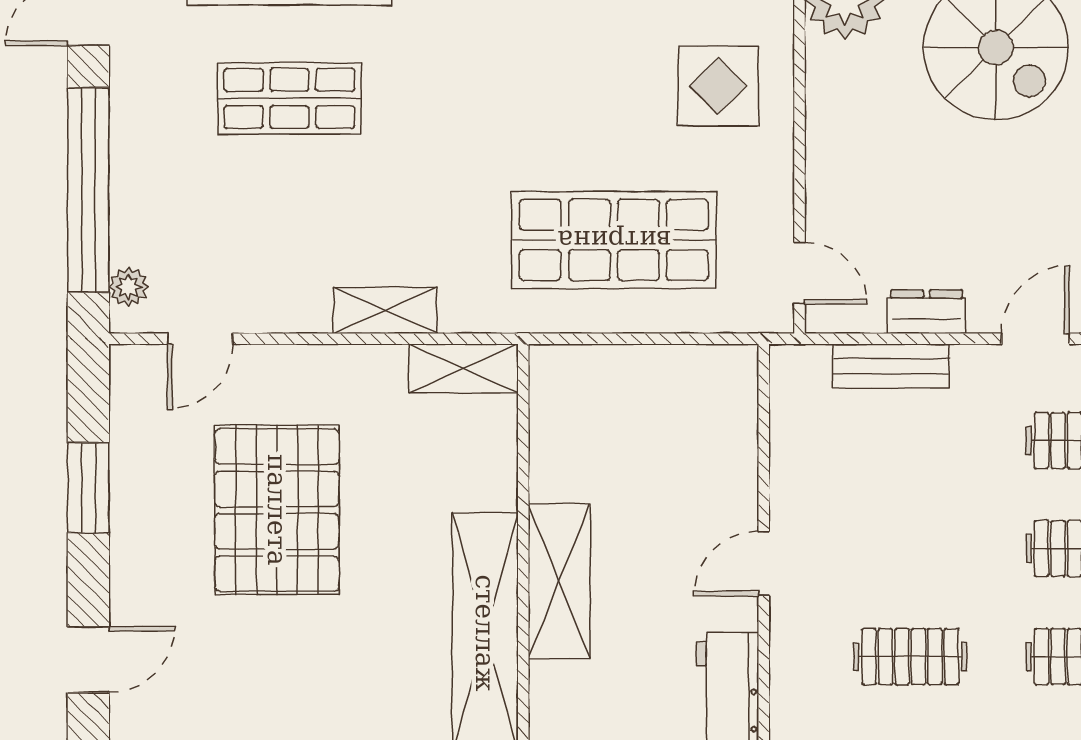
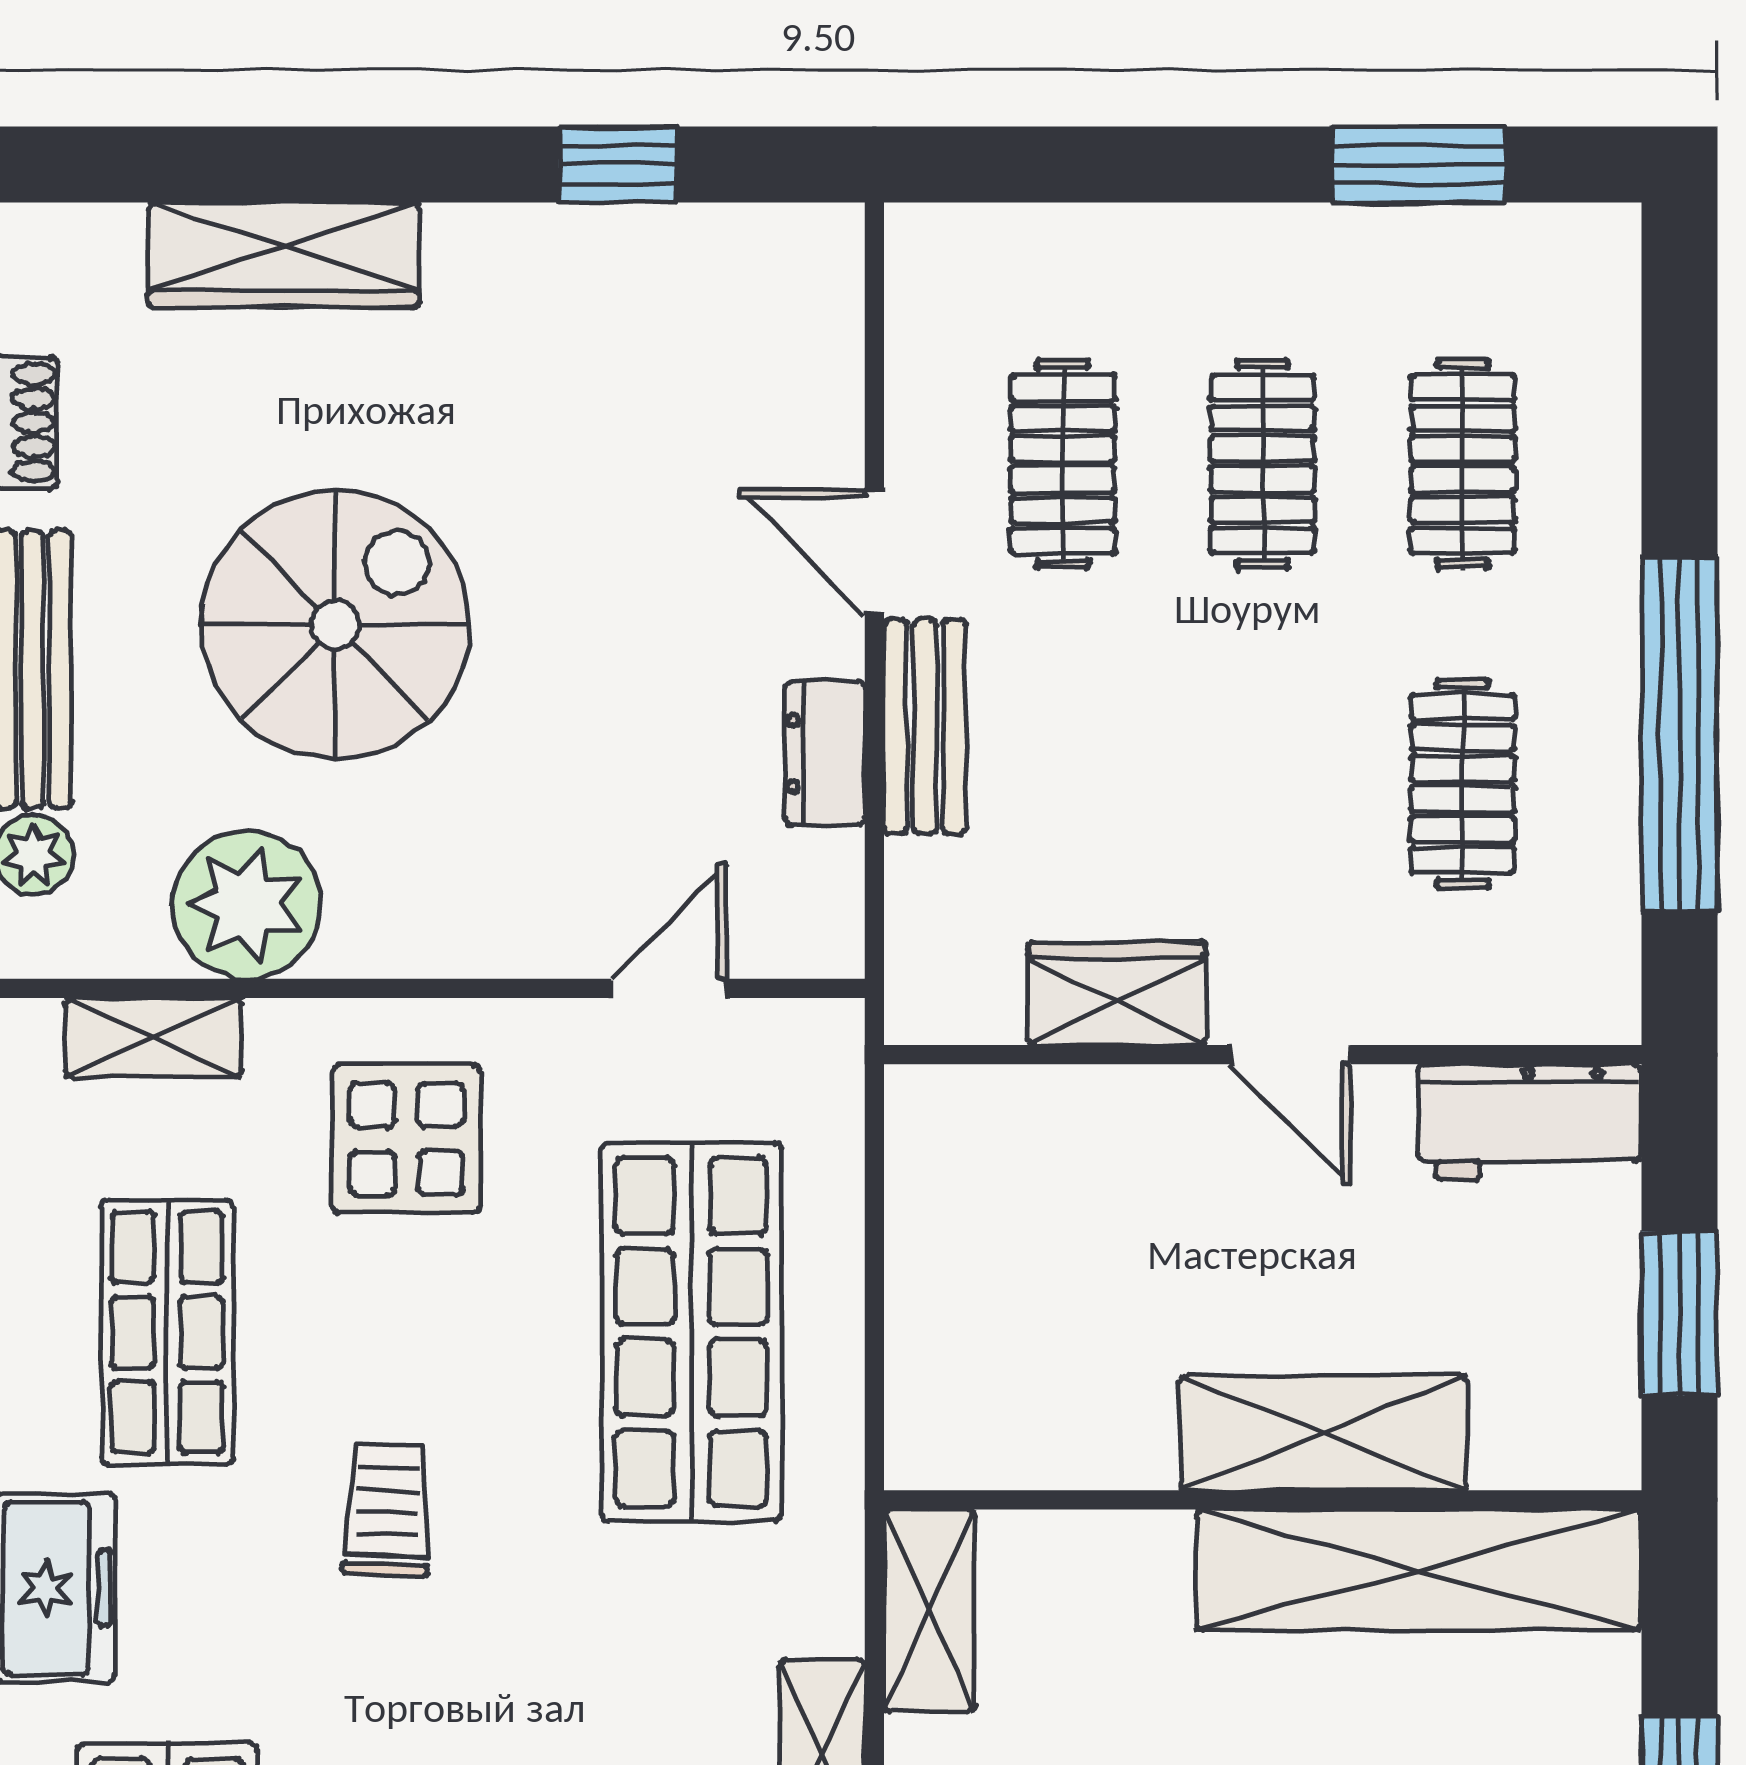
trolley: (518, 76) -> (387, 1510), added
door: (800, 273) -> (669, 988), moved
bench: (891, 366) -> (925, 726), moved
wardrobe: (797, 470) -> (1117, 994), added

